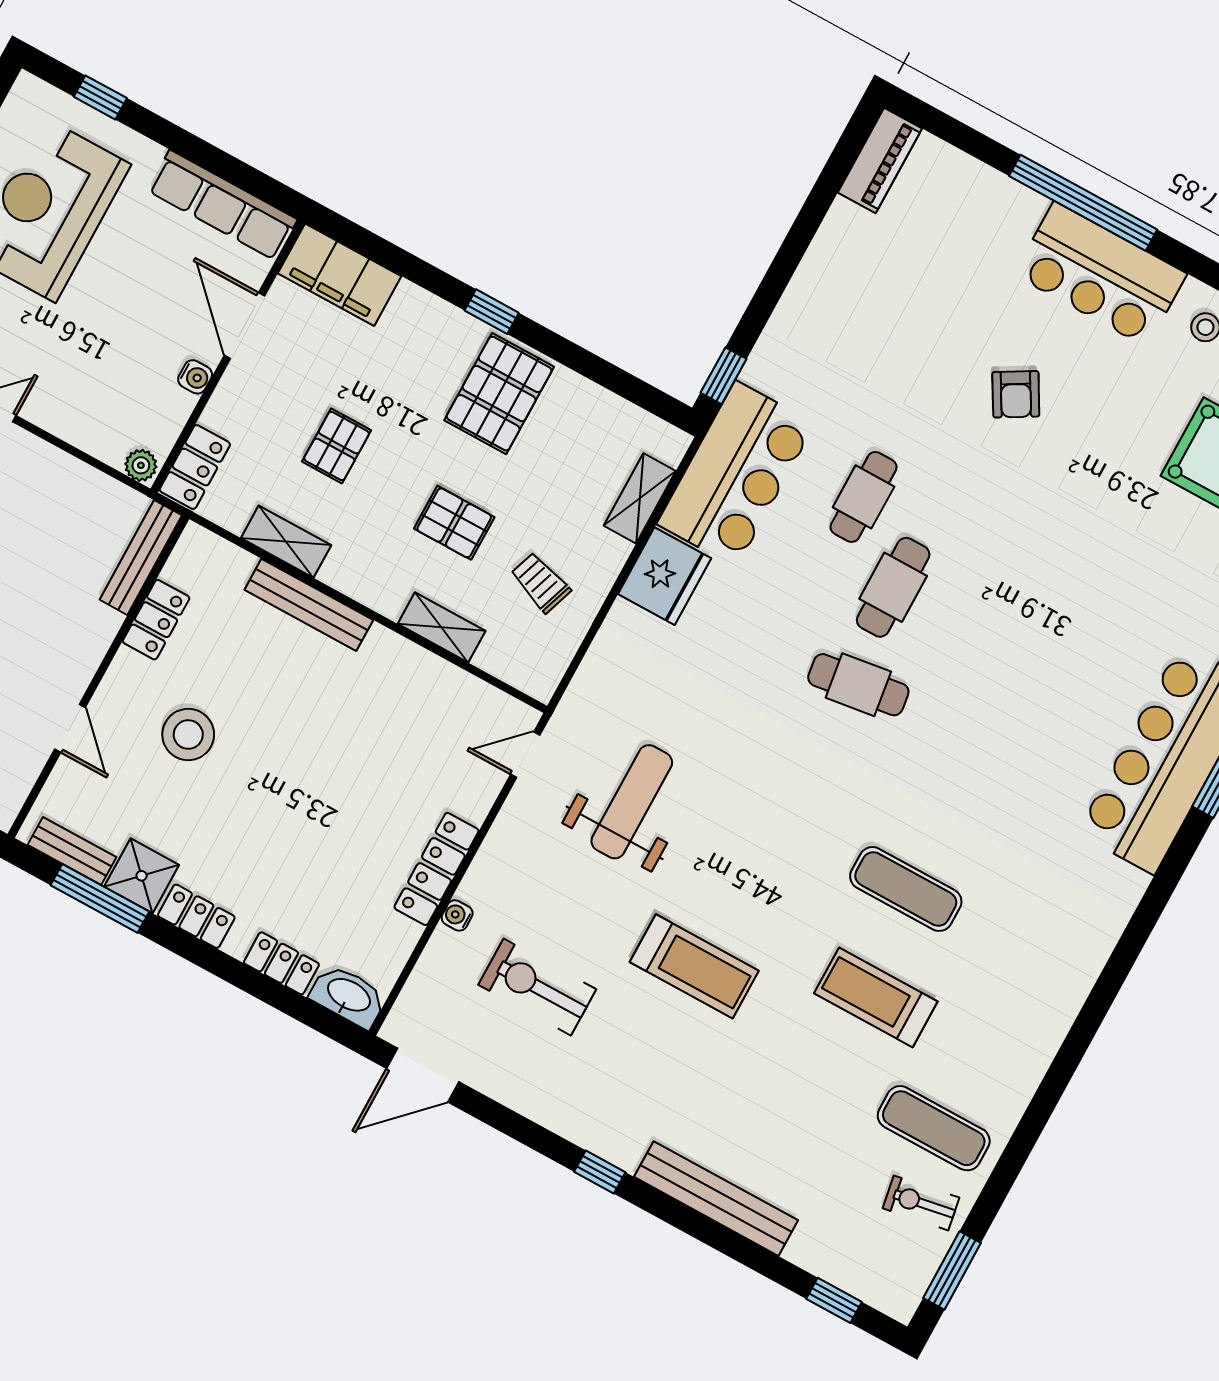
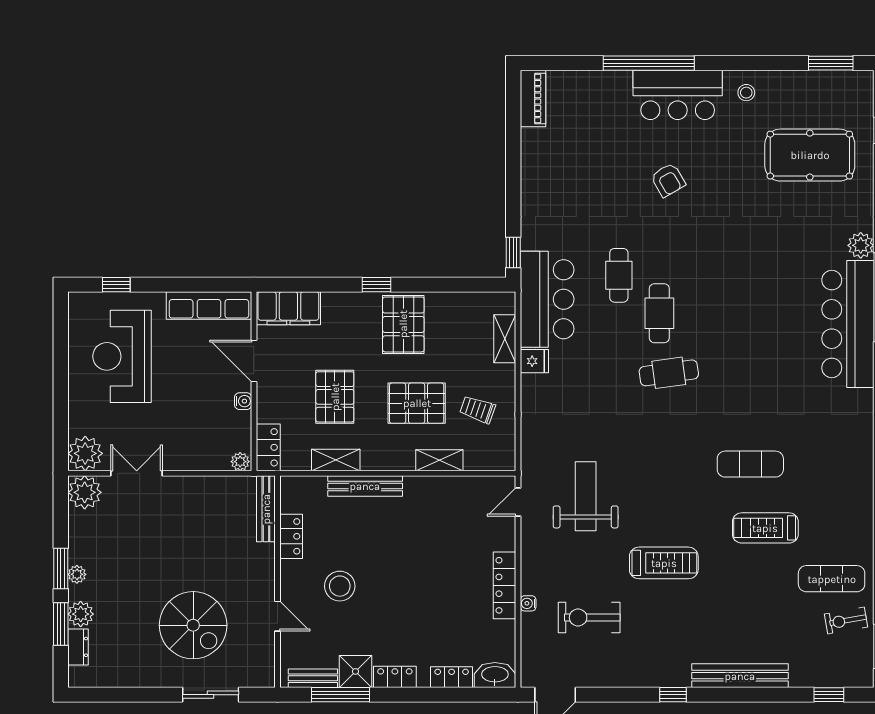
pallet: (337, 446) -> (335, 397), width x1.50, depth x1.42
pallet: (454, 523) -> (417, 403), width x1.50, depth x1.42
fridge: (665, 576) -> (534, 361), width x0.53, depth x0.75

